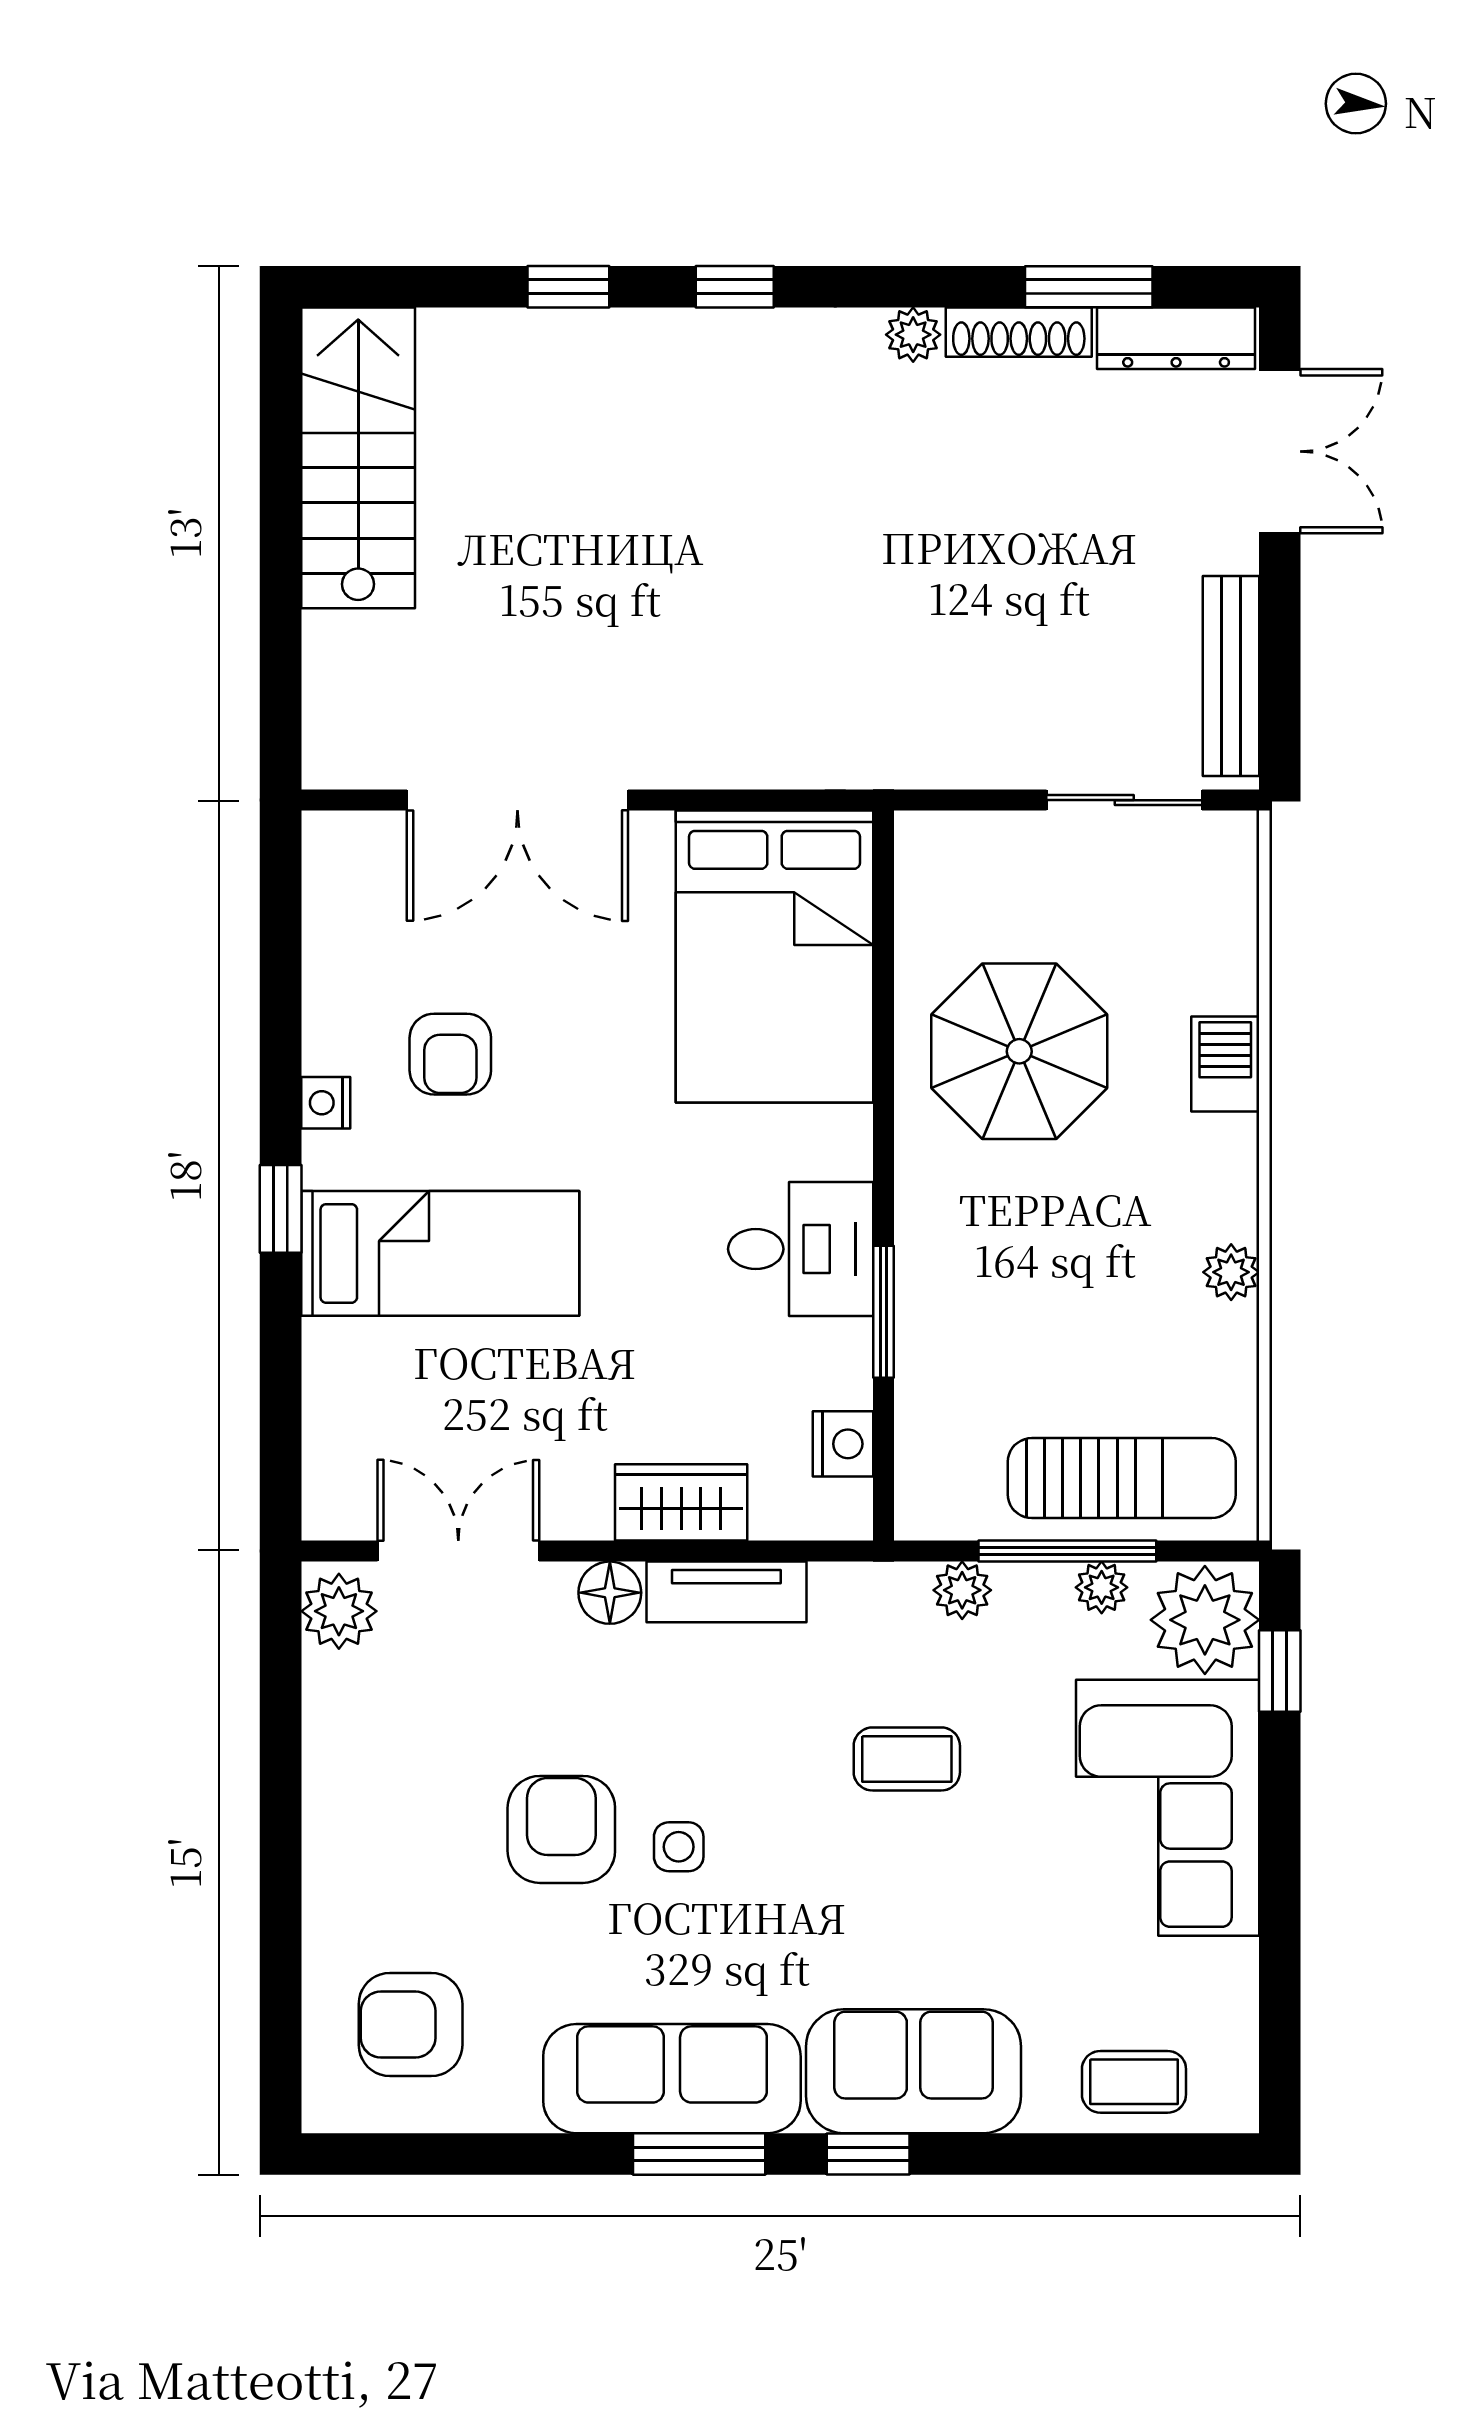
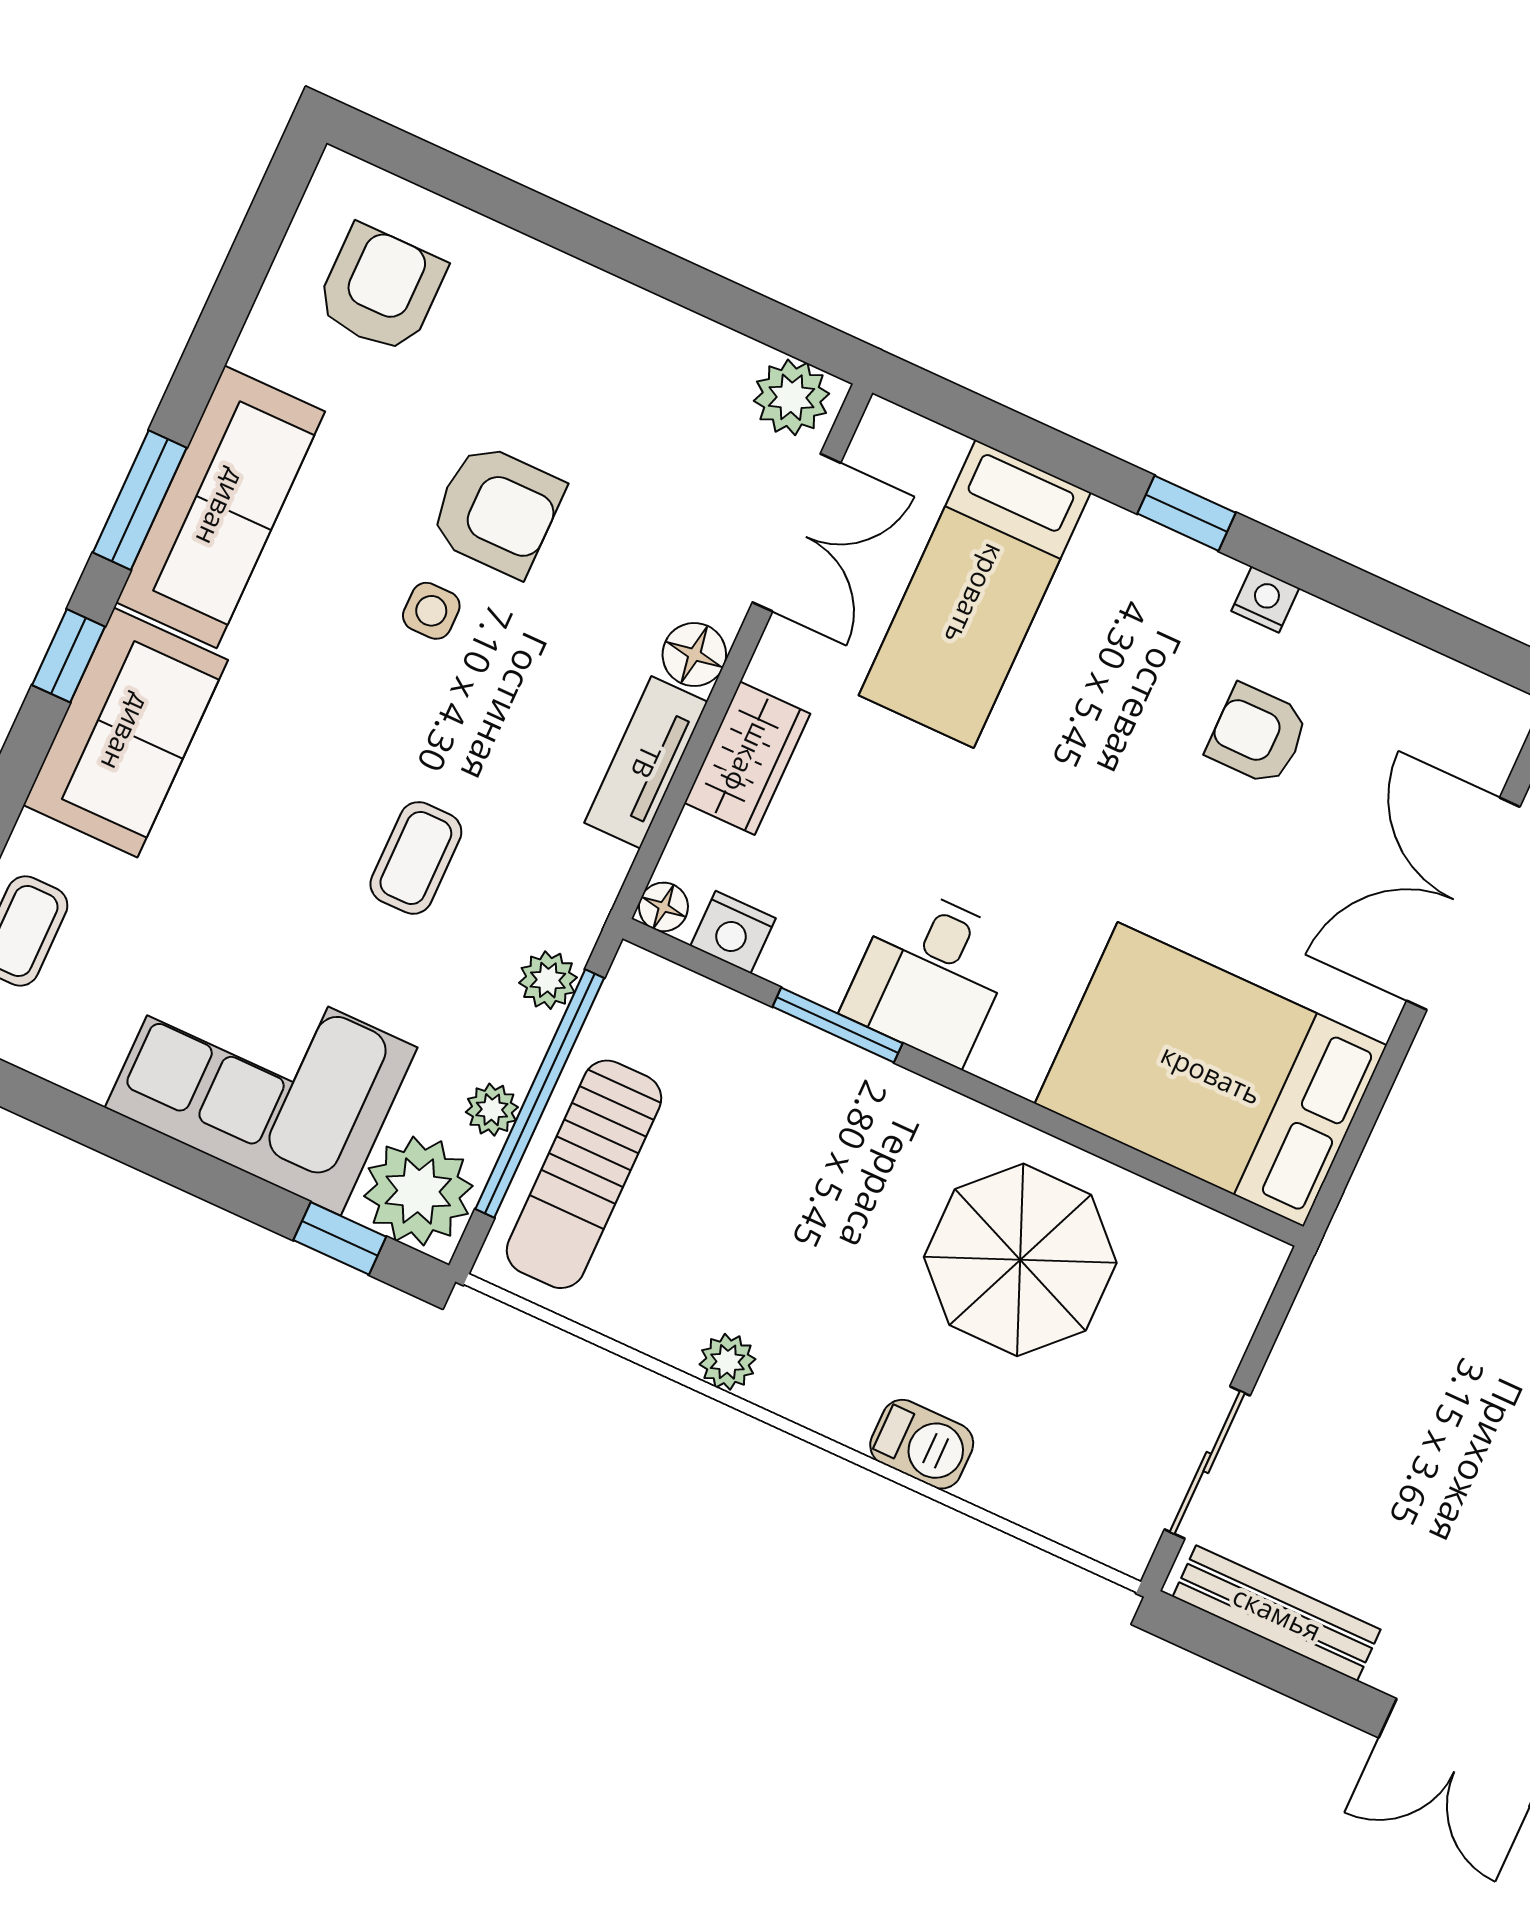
bed: (440, 1253) -> (975, 594), moved
floor lamp: (849, 1517) -> (663, 907), added
window: (1067, 1551) -> (540, 1094), width x1.46

